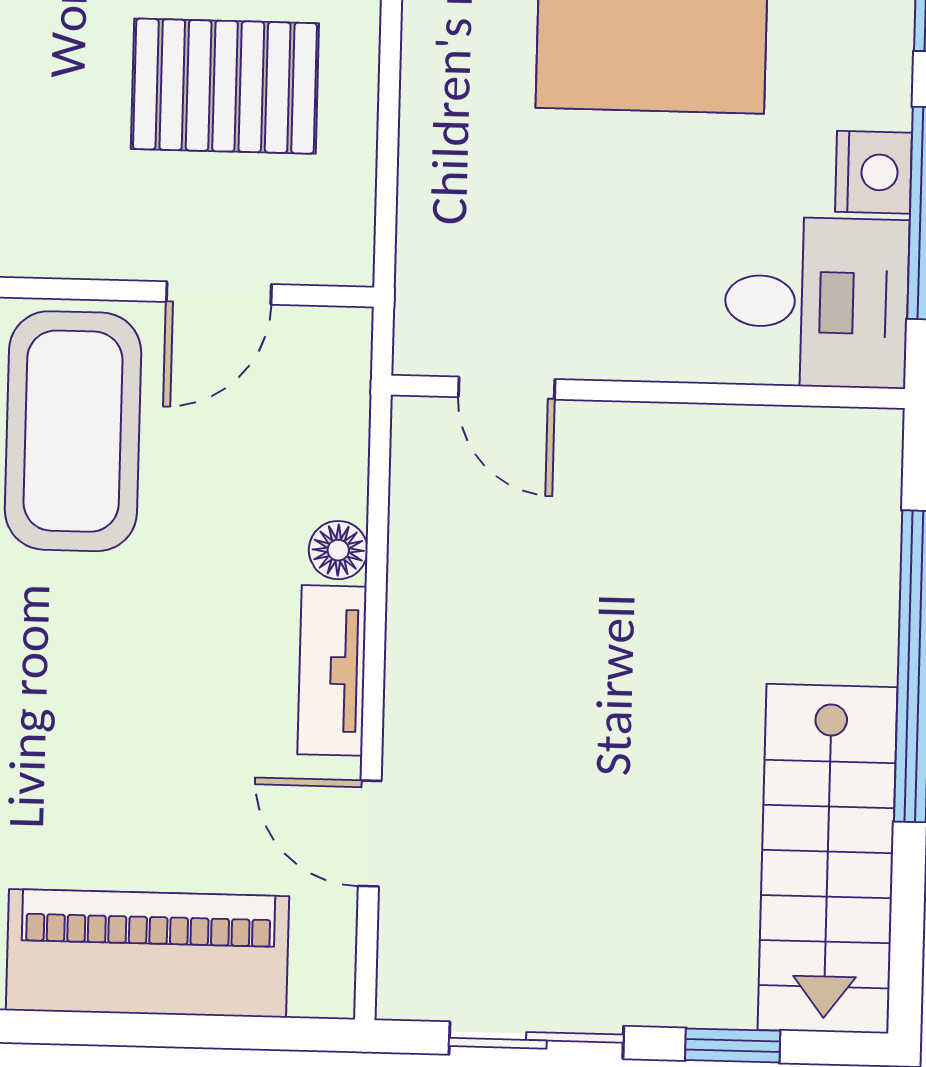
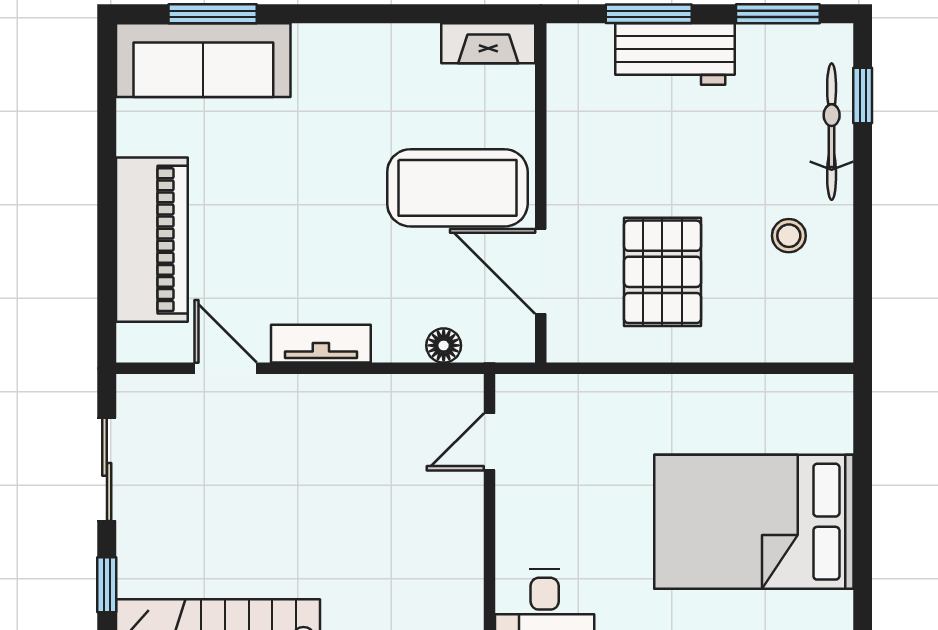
door: (219, 293) -> (541, 271), width x1.38
floor lamp: (338, 550) -> (444, 345), moved
door: (370, 834) -> (226, 368), hinge flipped

